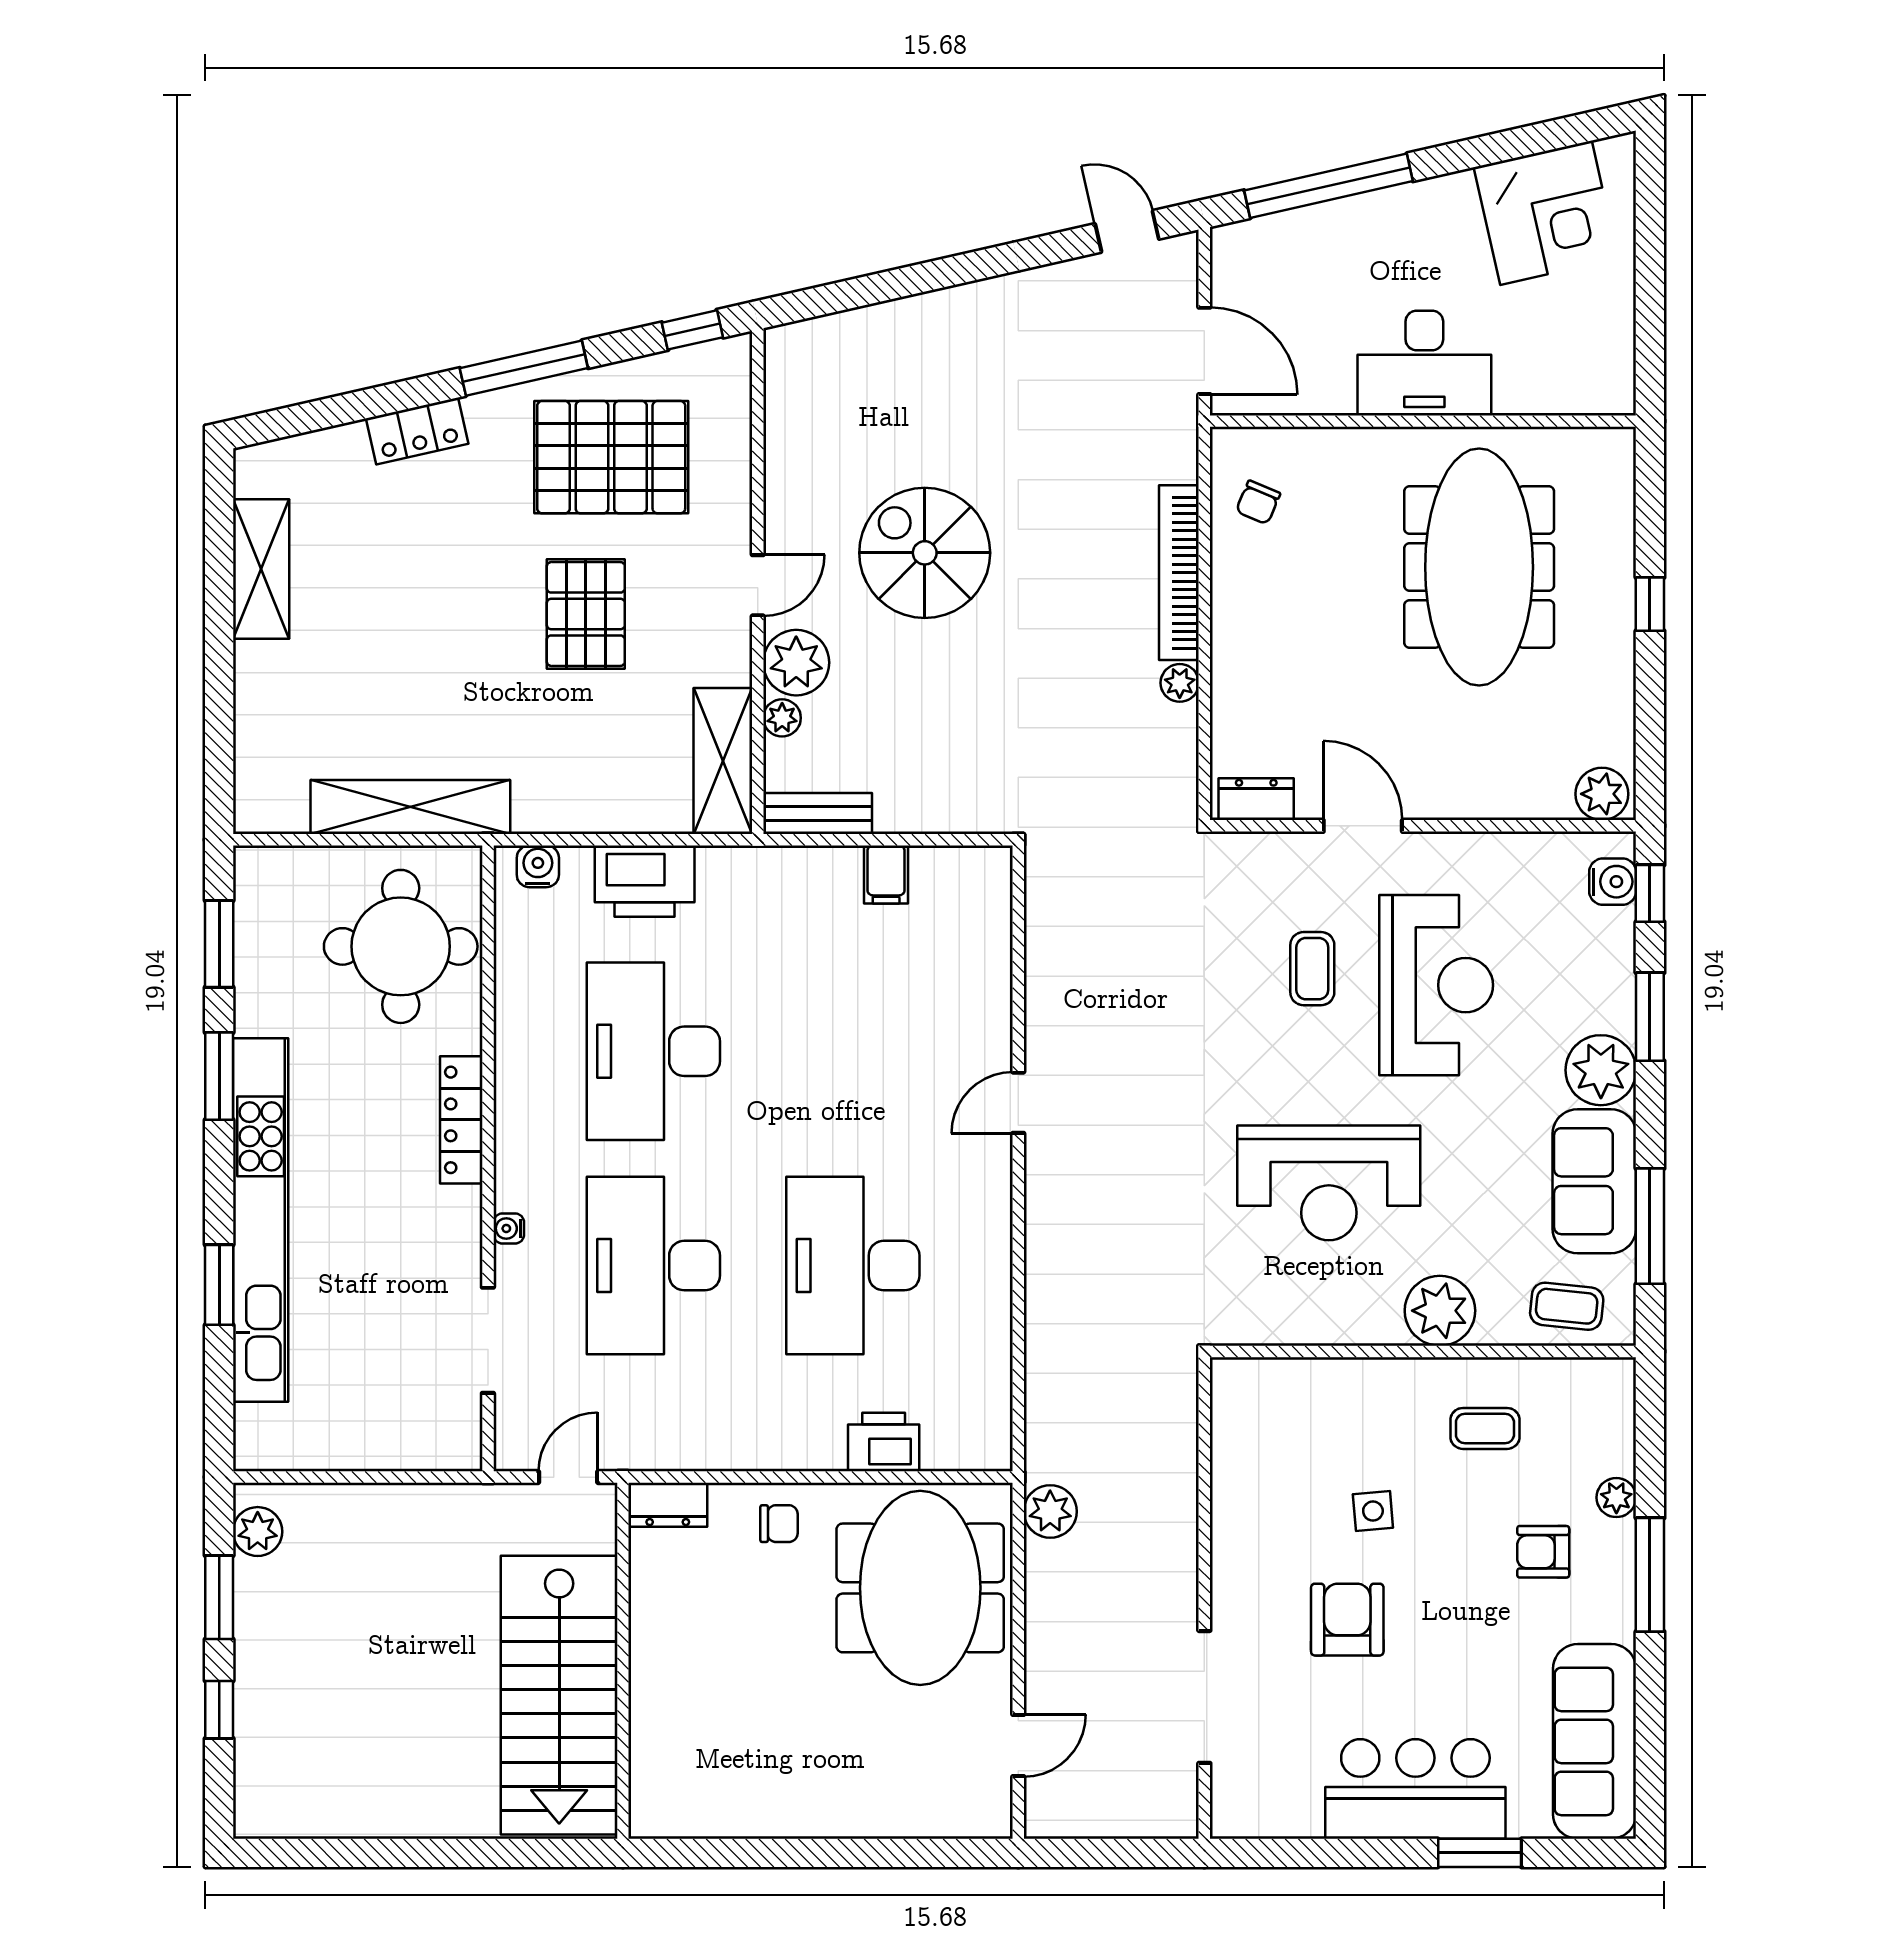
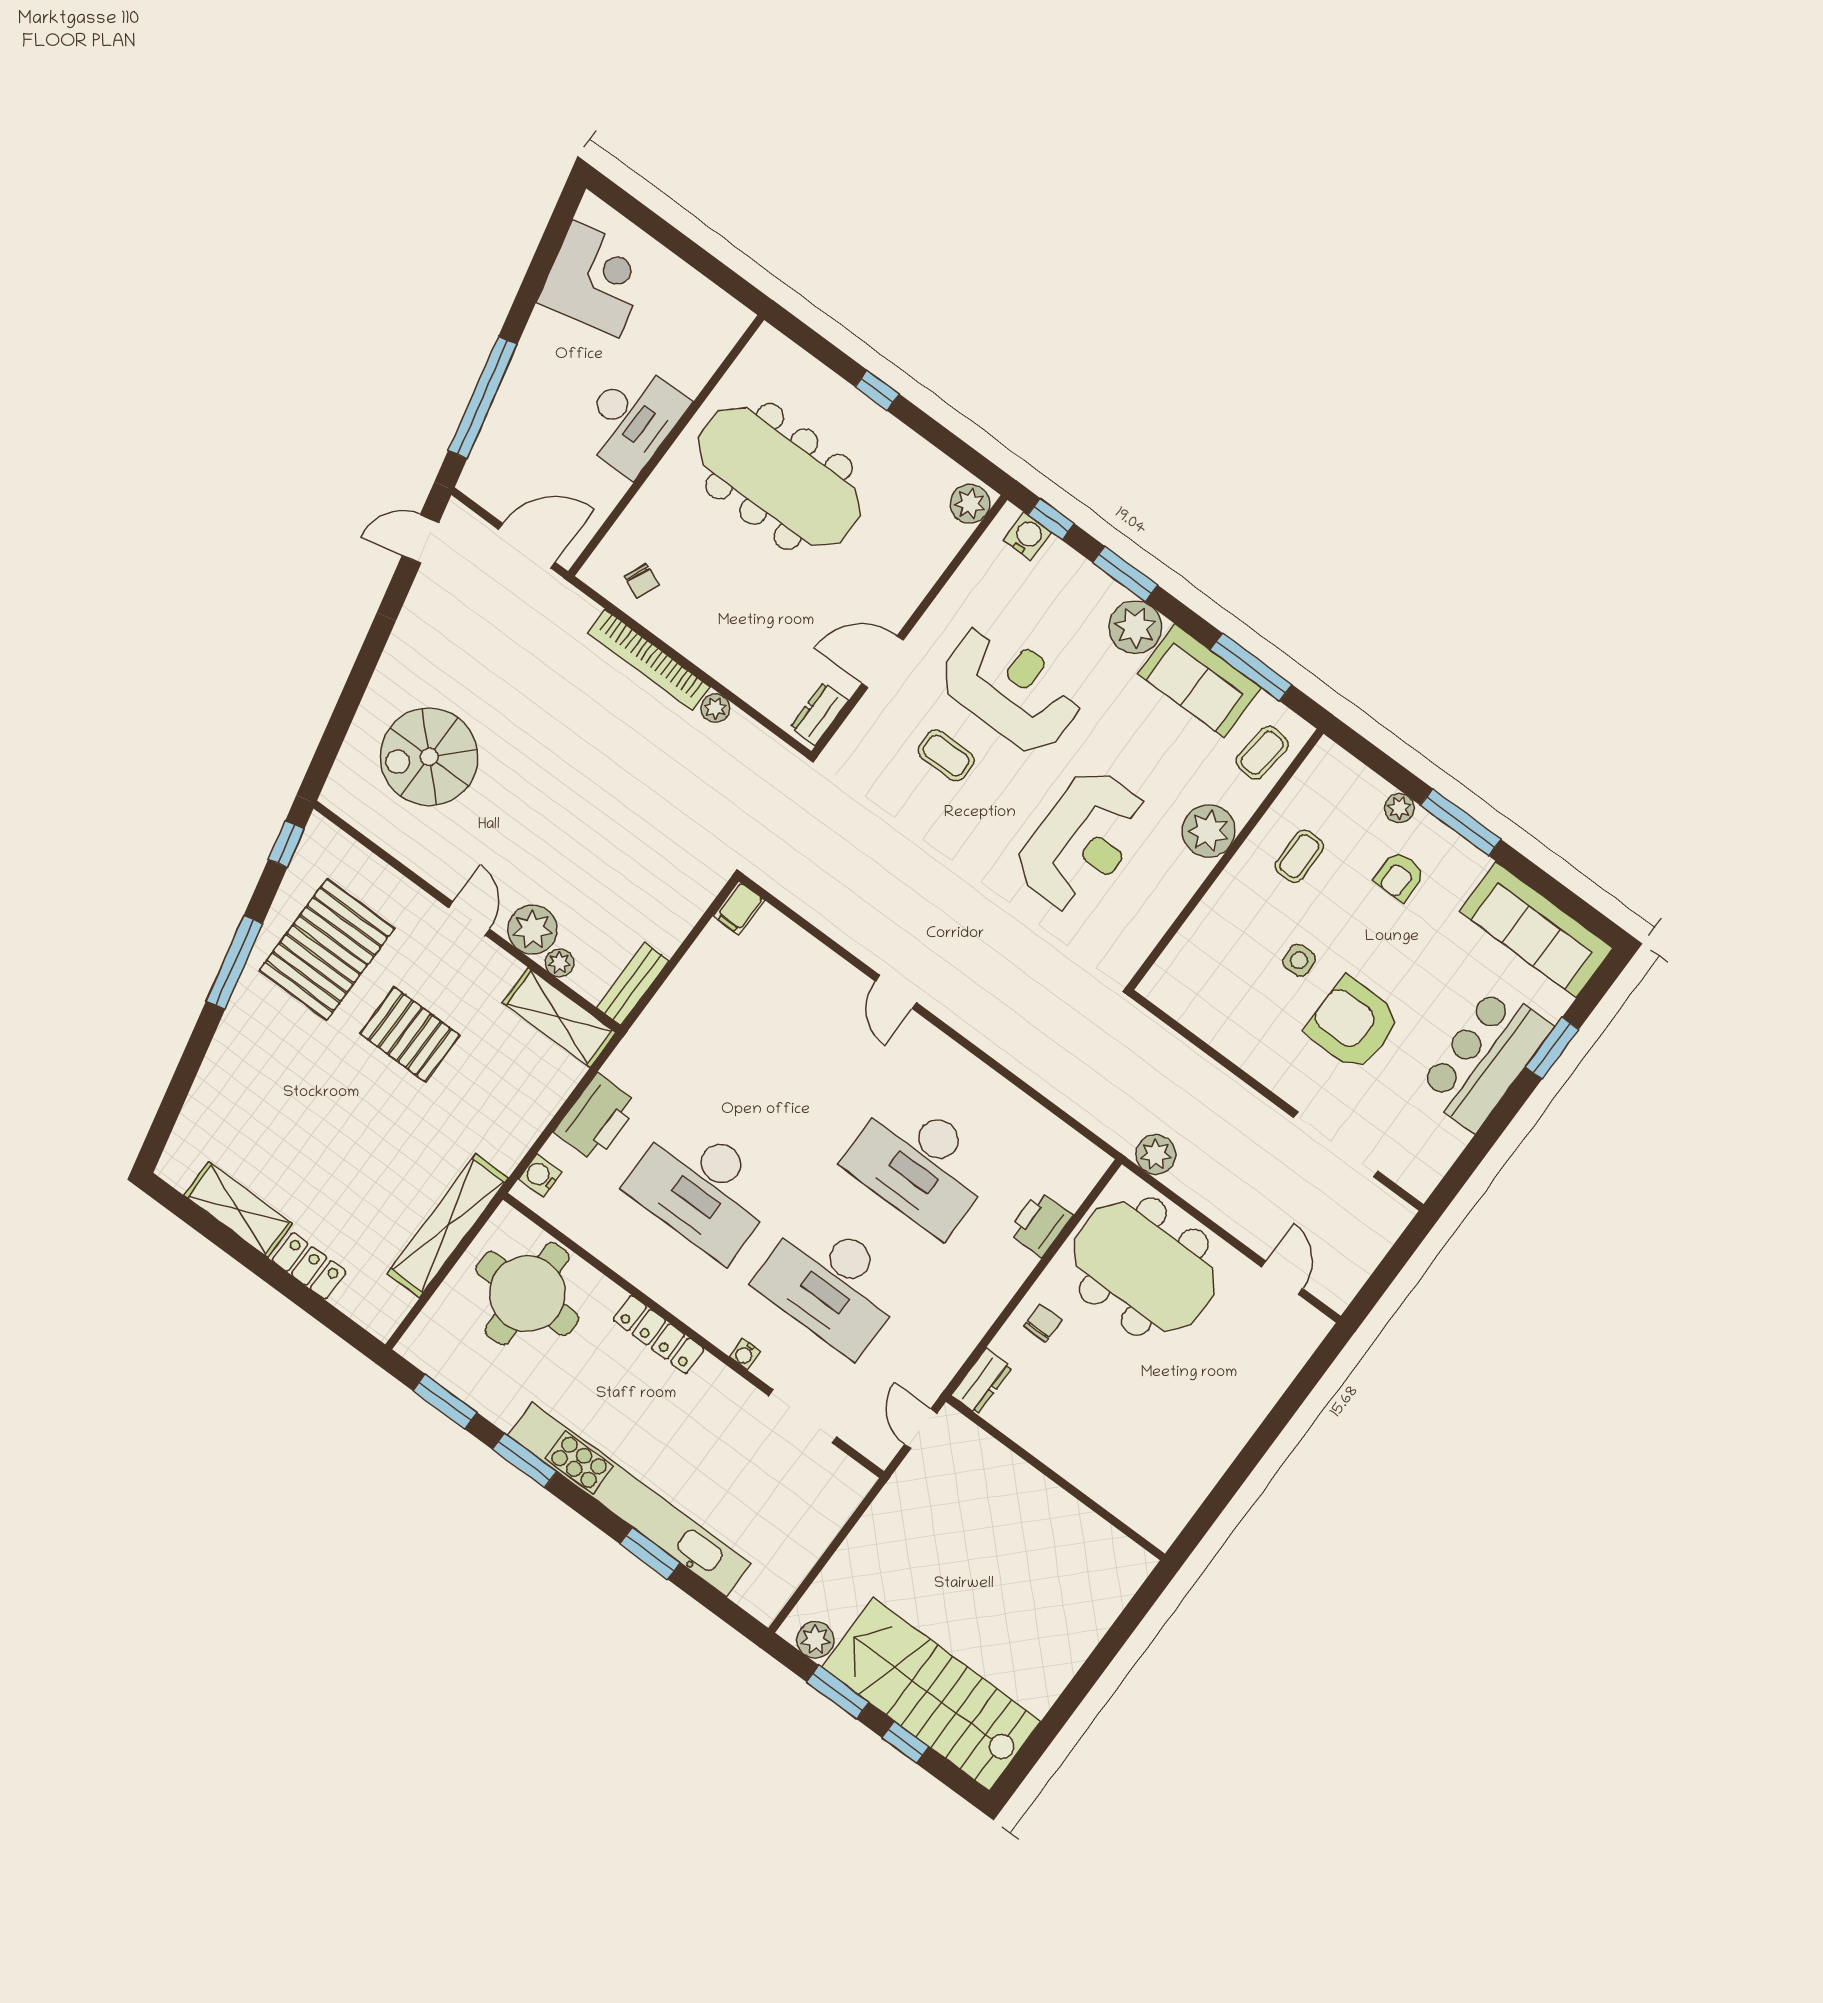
locker: (417, 431) -> (309, 1266), moved, turned -77
spiral stairs: (925, 553) -> (429, 757), moved
filing cabinet: (886, 875) -> (739, 908), moved, turned 90
armchair: (1347, 1620) -> (1353, 1024), width x1.36, depth x1.36
stairs: (559, 1695) -> (931, 1694), moved, turned 180

